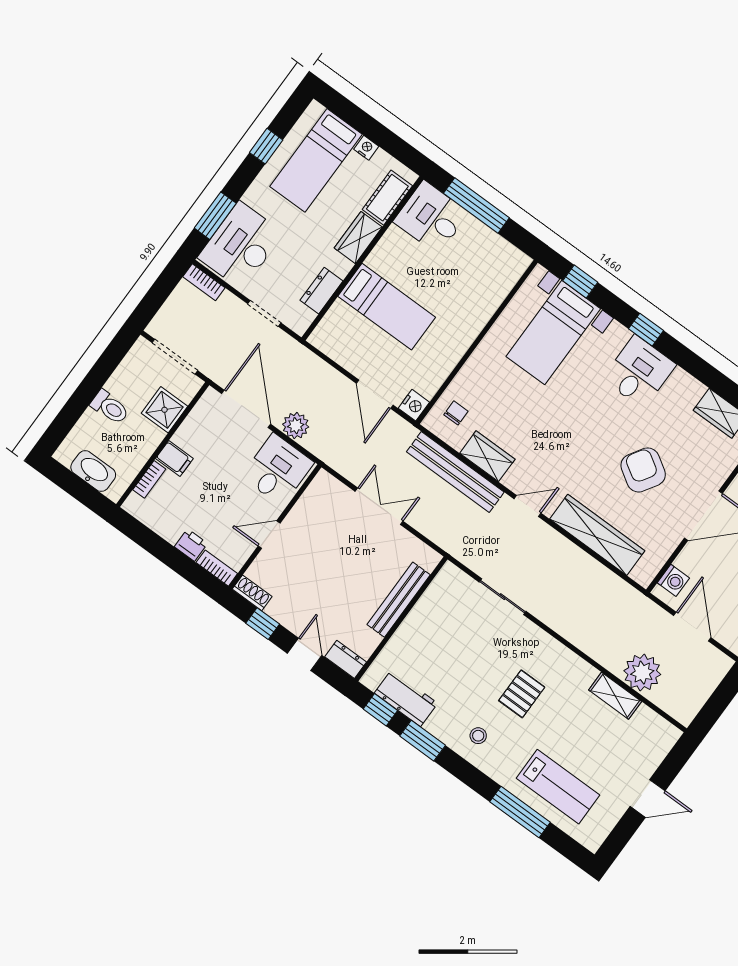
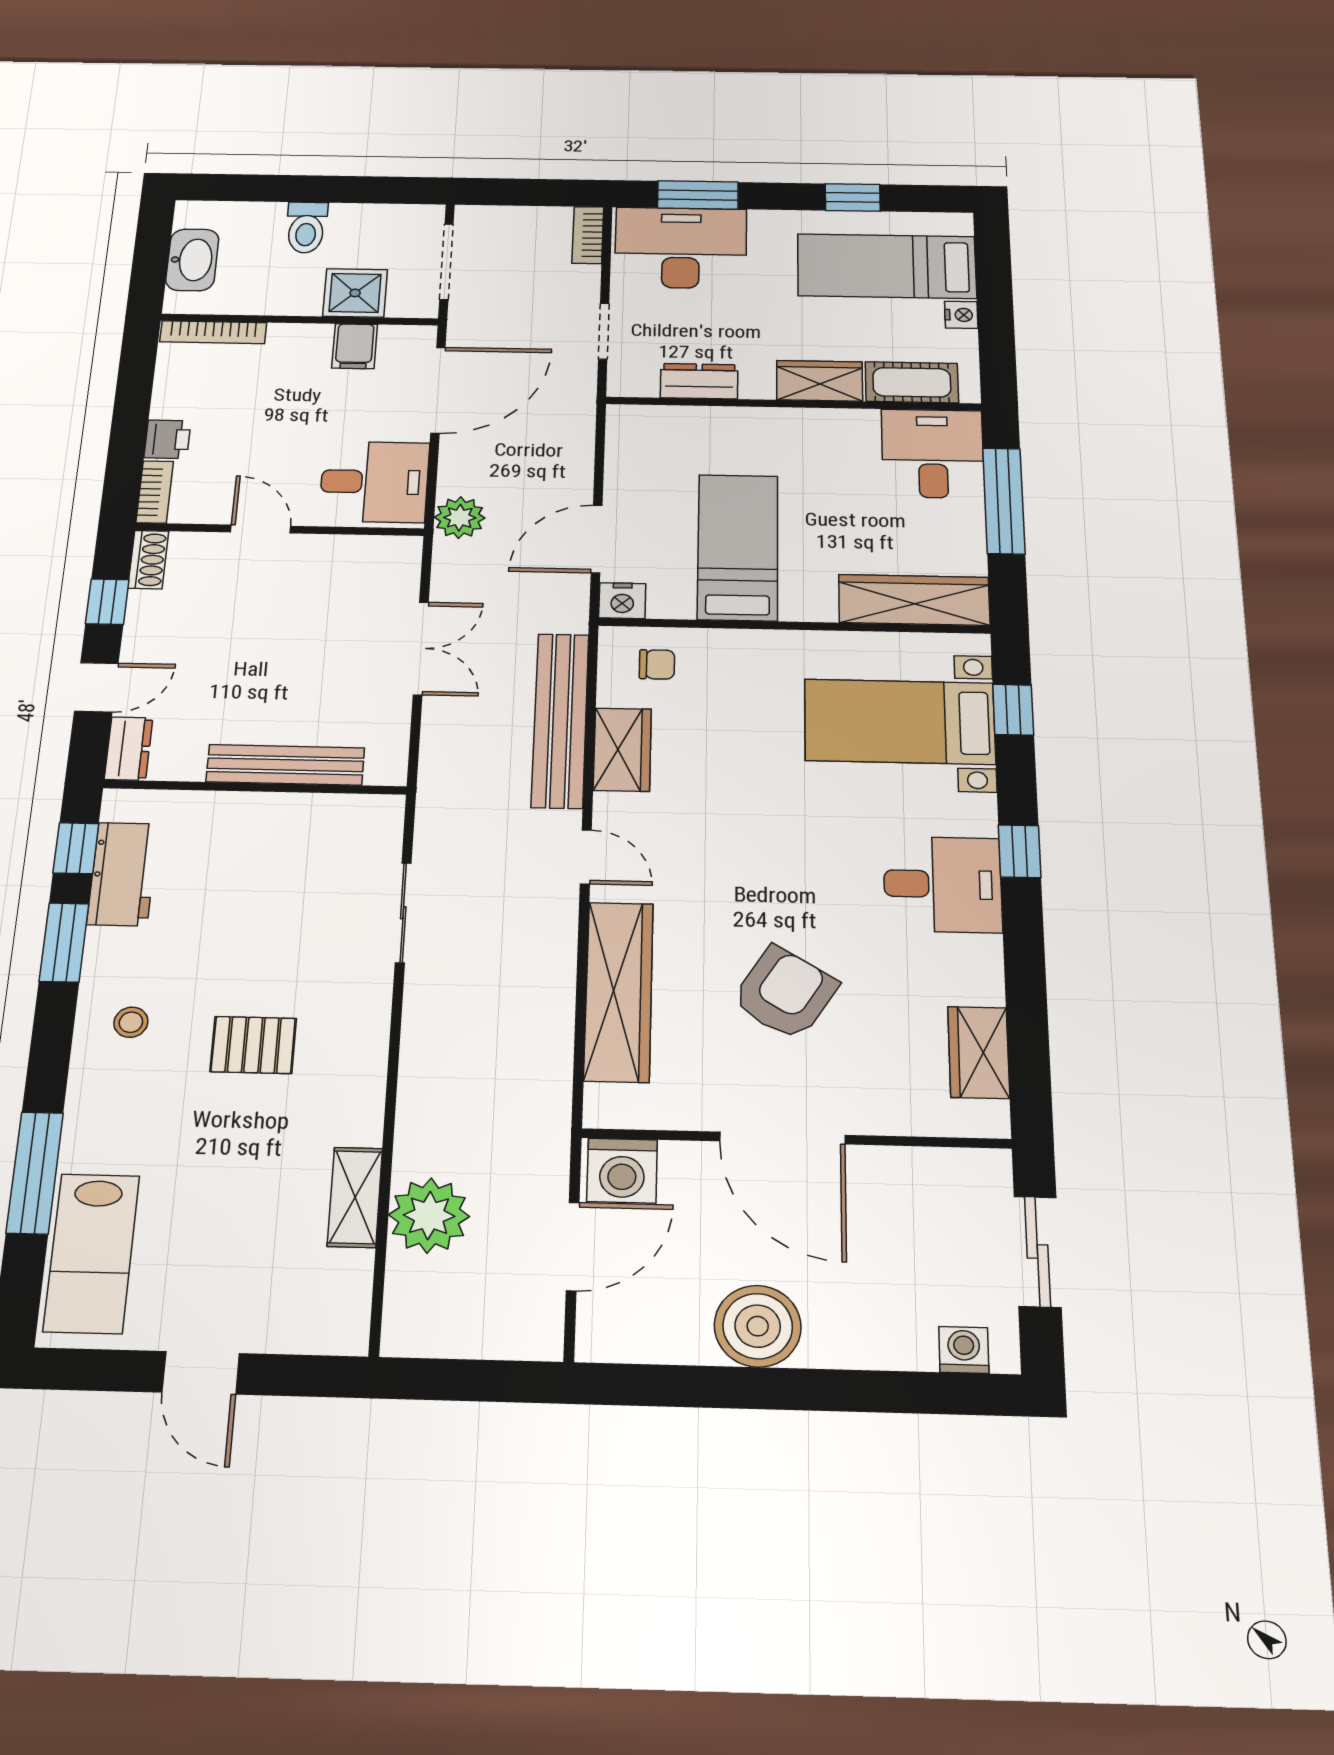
wardrobe: (499, 282) -> (914, 600), added
bed: (387, 307) -> (738, 547), moved, turned 180
plant: (296, 426) -> (460, 518), moved
filing cabinet: (174, 459) -> (355, 346), moved
bookcase: (149, 479) -> (213, 332), width x1.56
washing machine: (673, 580) -> (622, 1170), width x1.38, depth x1.38
lab bench: (558, 787) -> (92, 1253), moved

